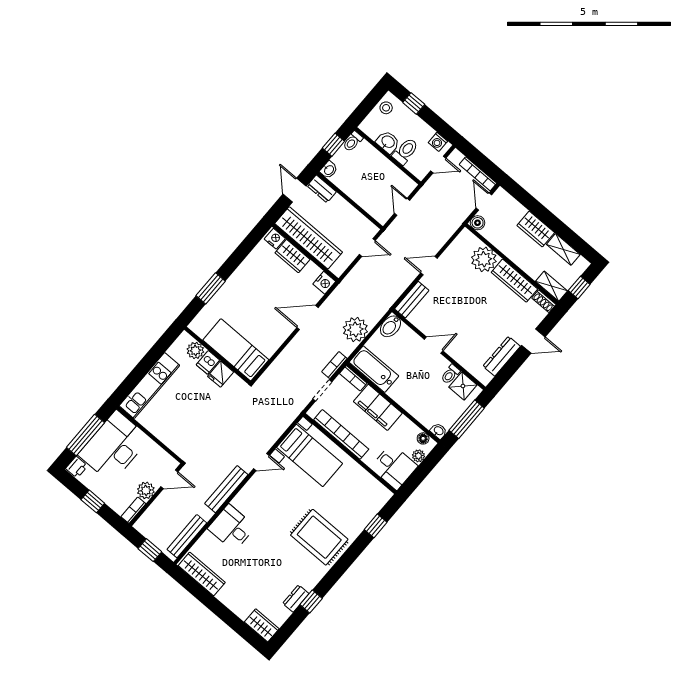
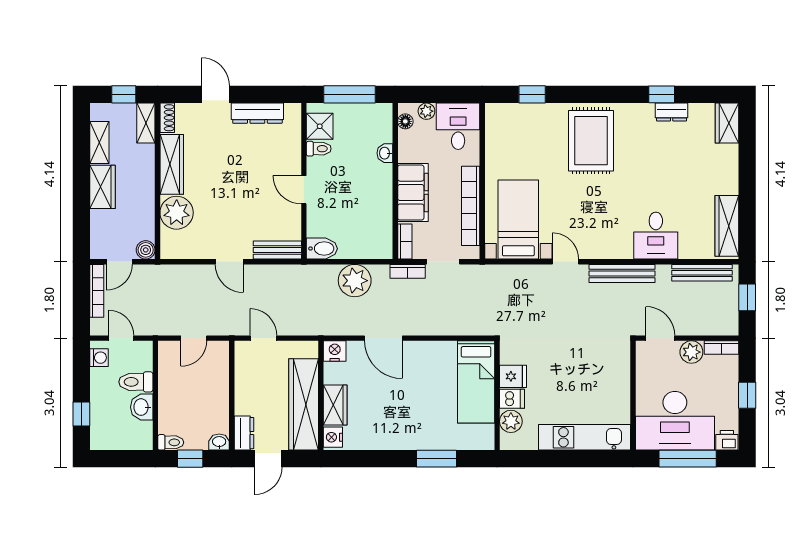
stool: (386, 108) -> (109, 438), removed
bathtub: (374, 369) -> (378, 229), removed
washbasin: (438, 431) -> (385, 153), moved

